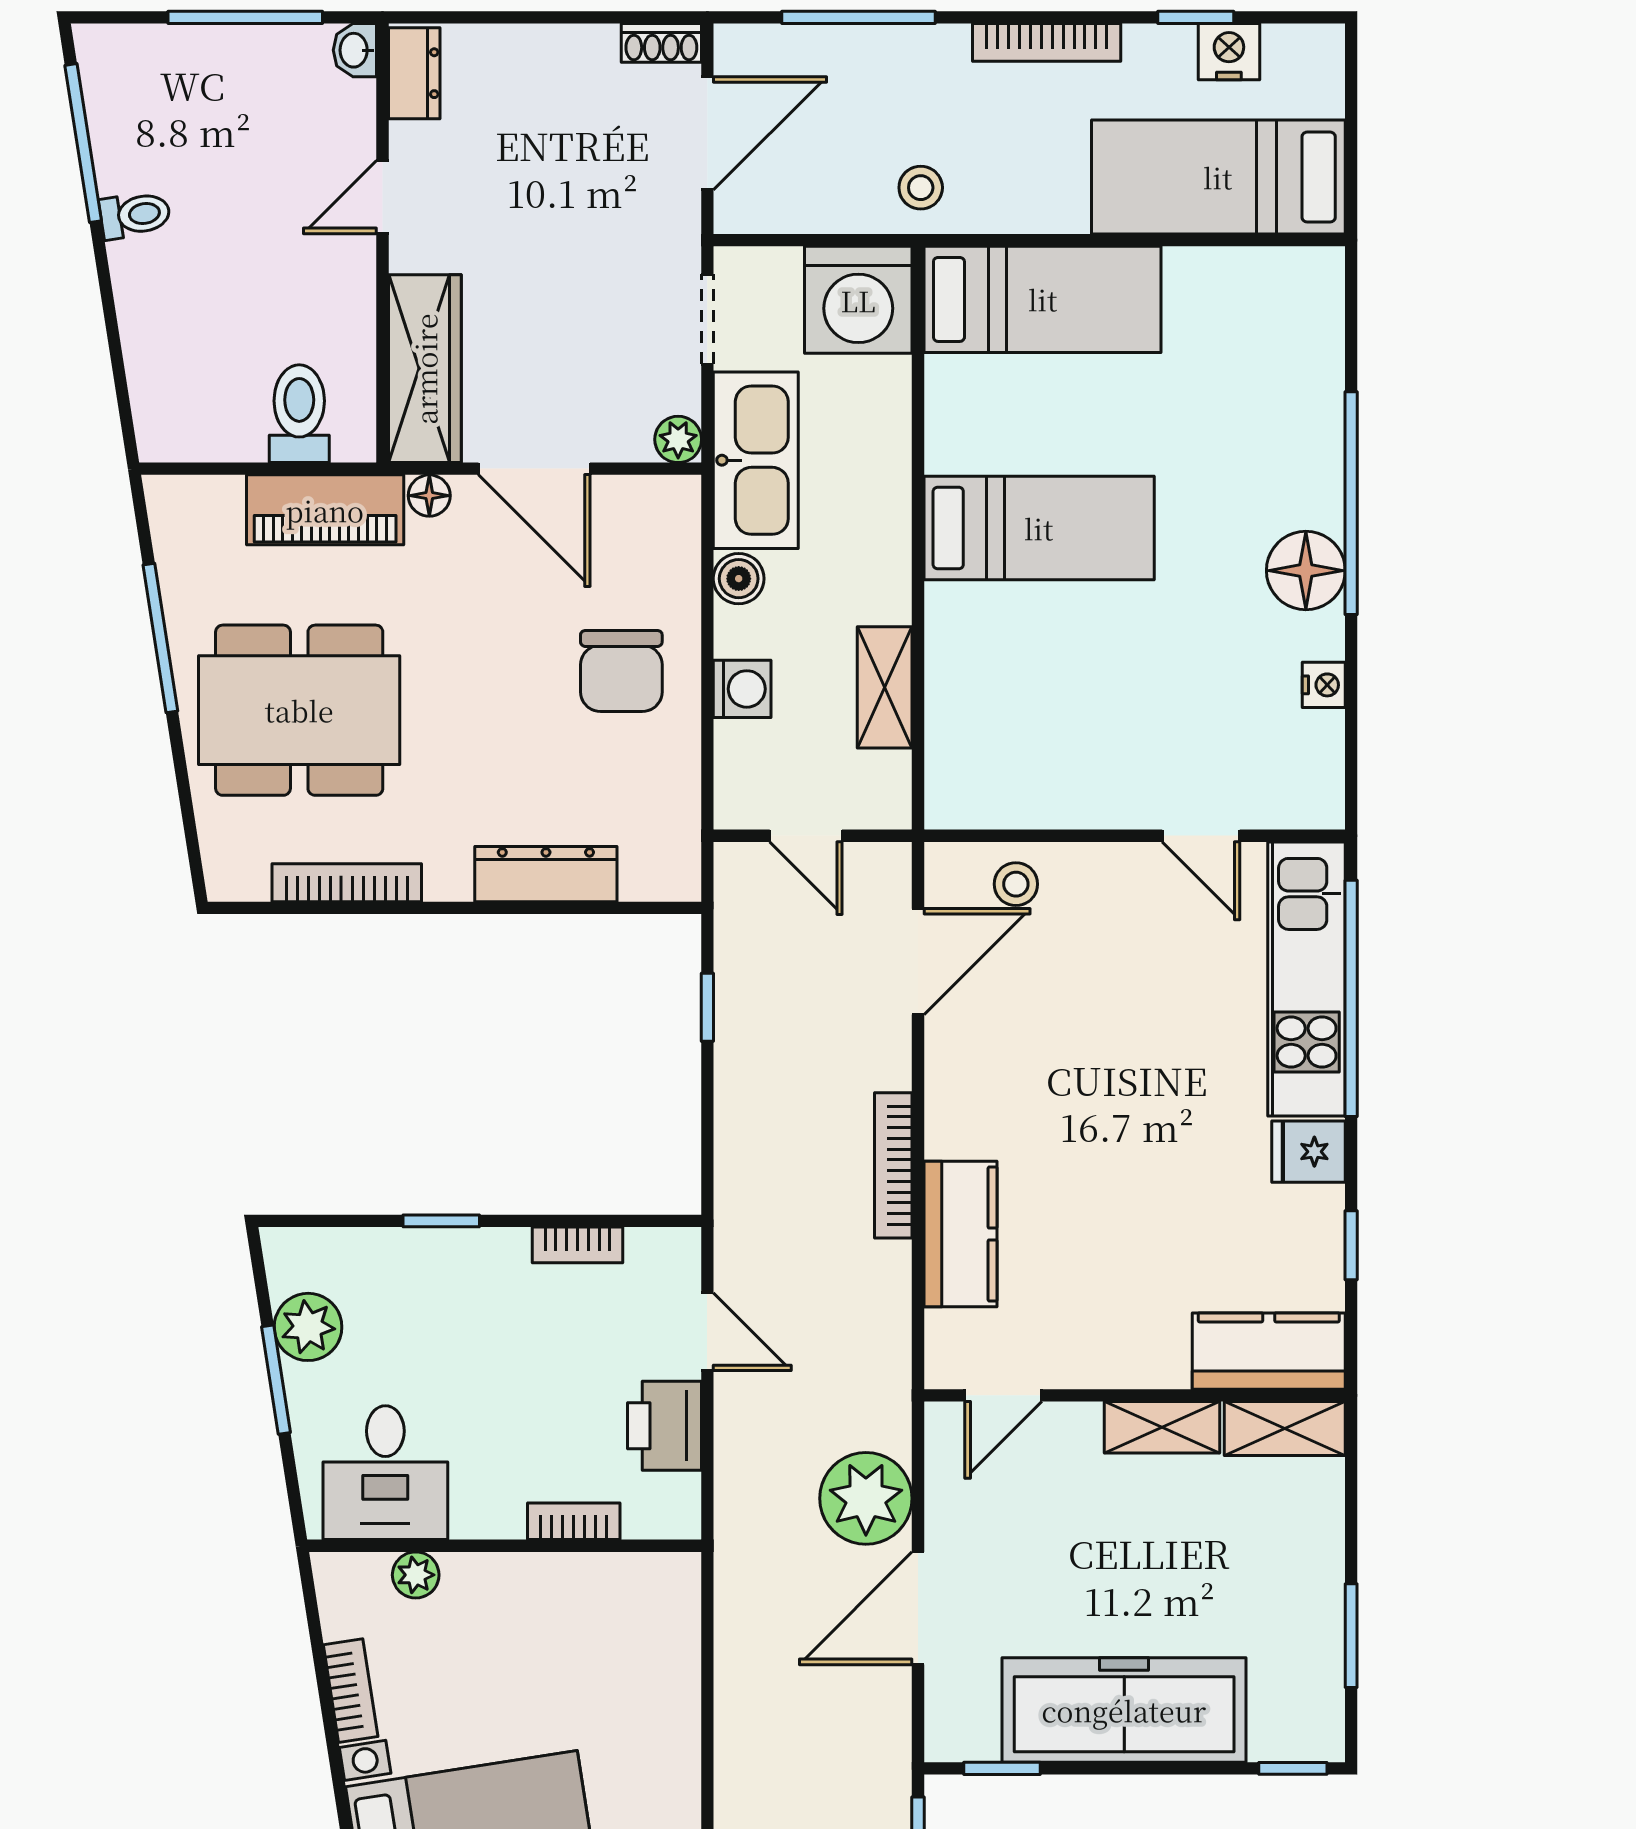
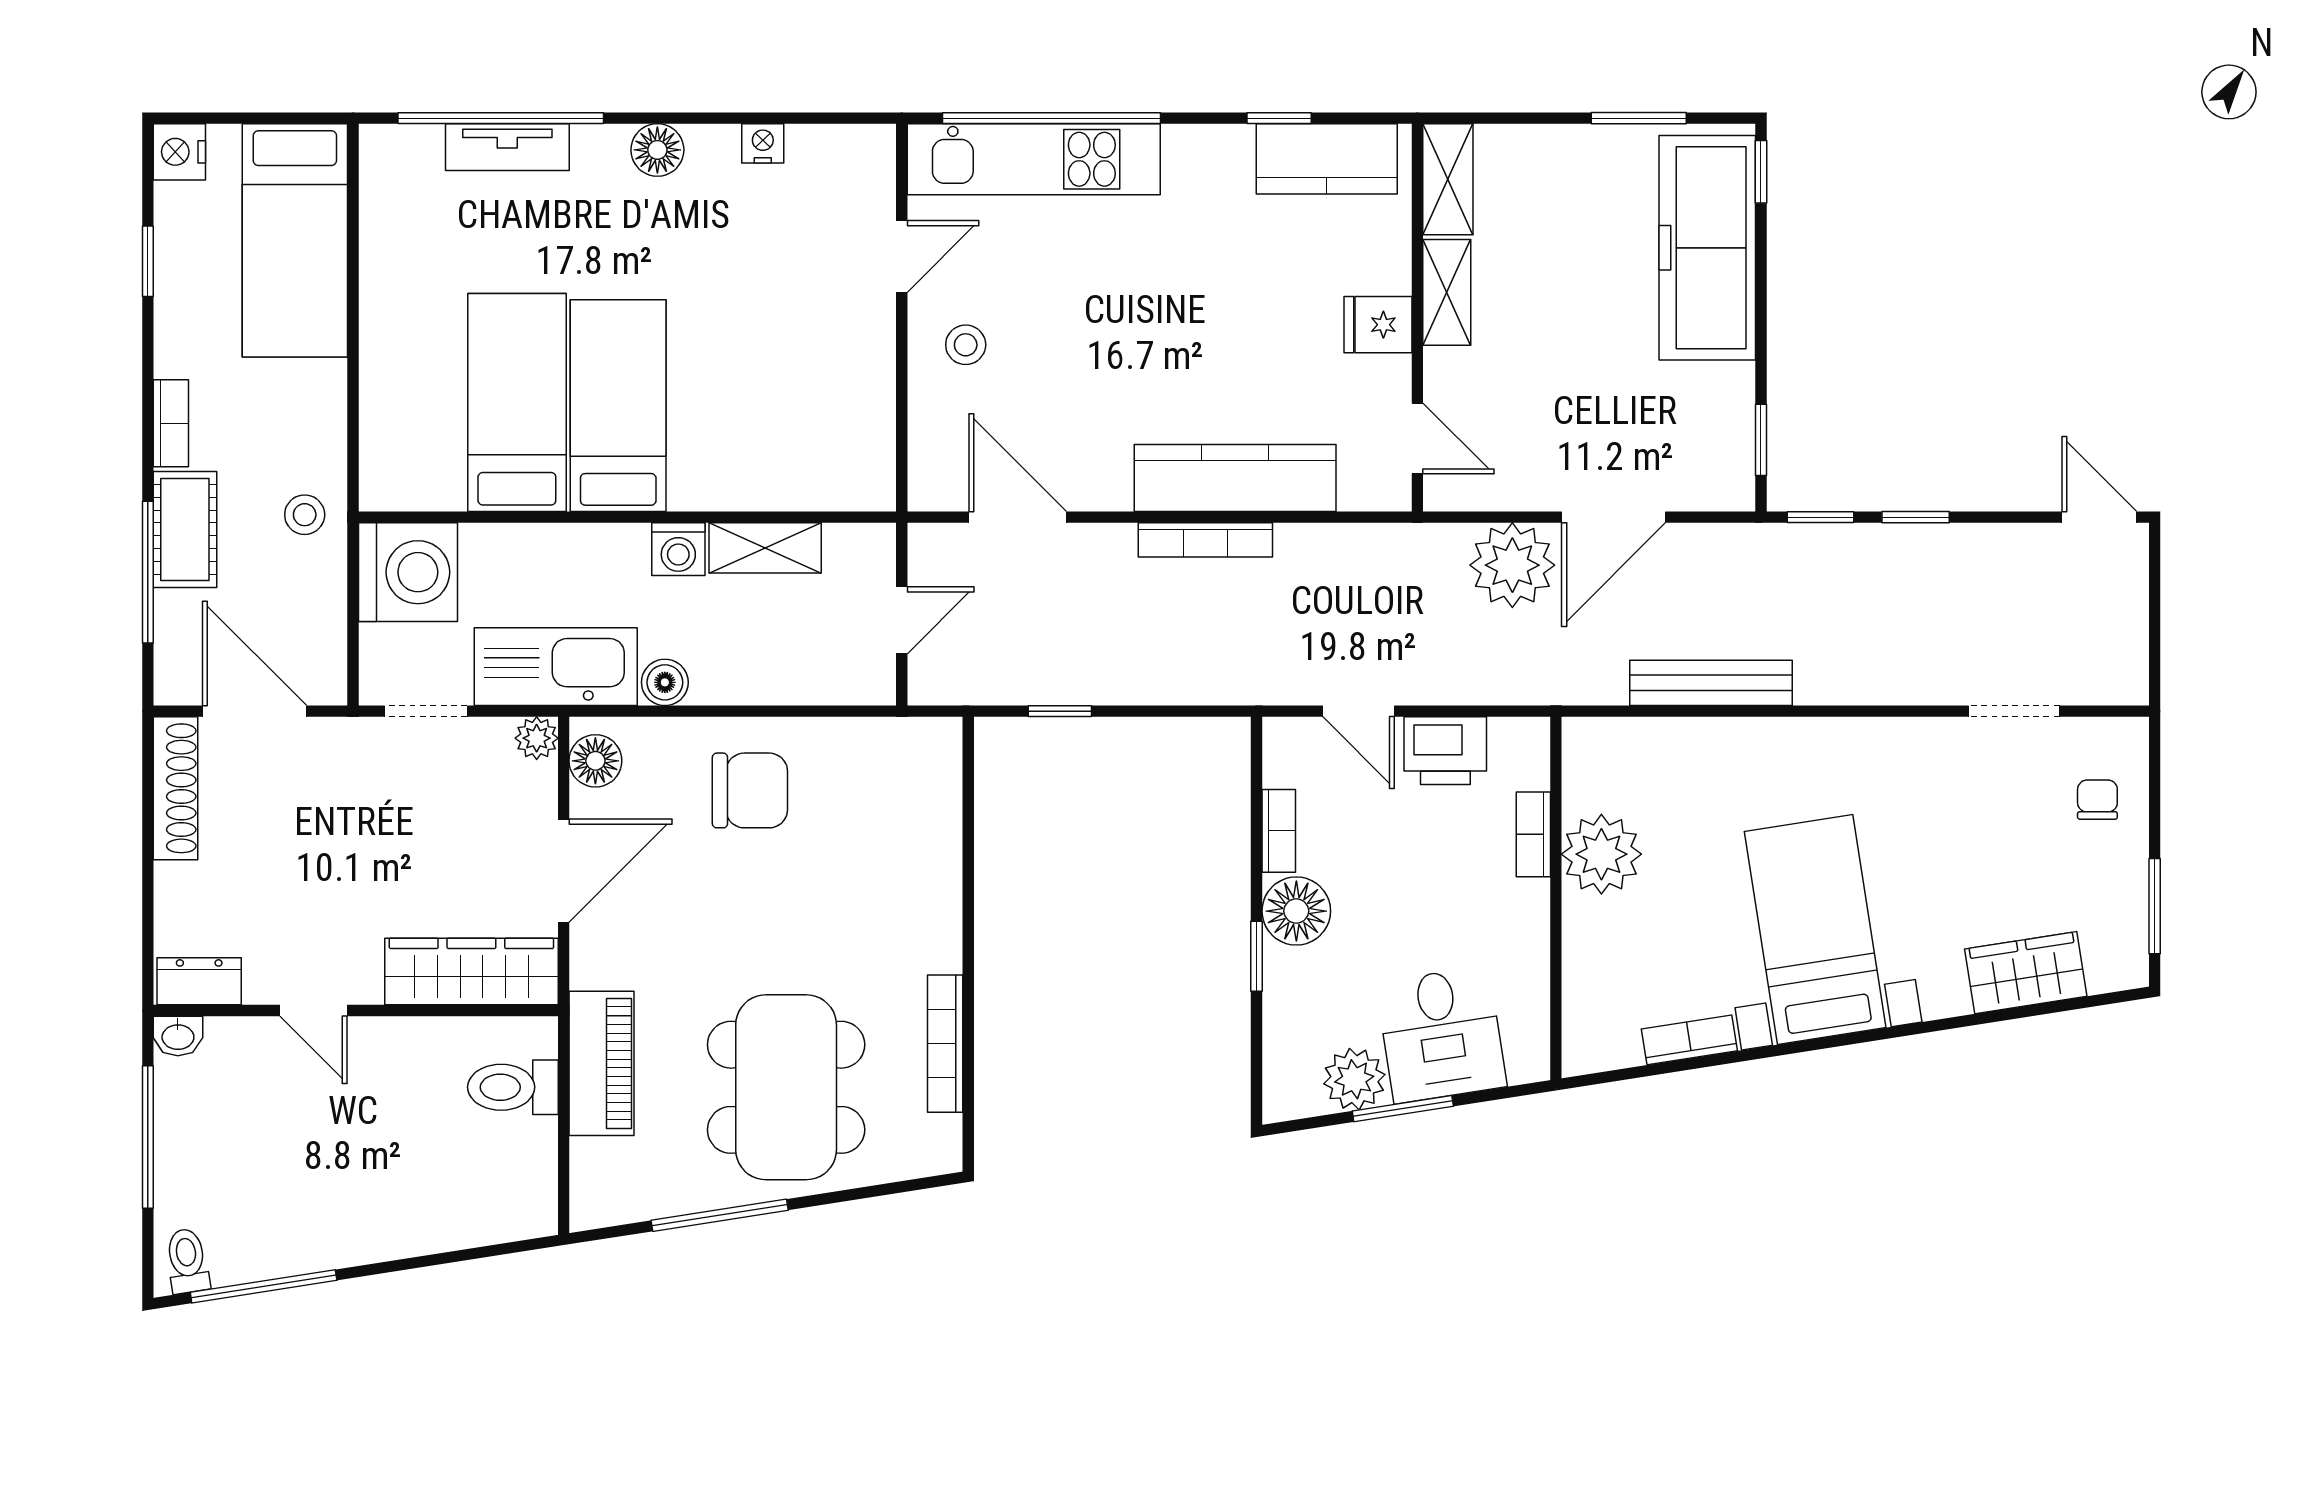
bookcase: (1047, 42) -> (171, 423), width x0.64
shoe rack: (661, 43) -> (175, 788), width x1.94, depth x1.24
nightstand: (1229, 52) -> (179, 152), moved
cot: (905, 58) -> (185, 529), added
toilet: (135, 215) -> (187, 1261), moved
bed: (1043, 299) -> (517, 402), moved
tv unit: (1320, 408) -> (507, 147), added
floor lamp: (429, 496) -> (595, 761), moved, width x1.37, depth x1.37
window: (1351, 503) -> (501, 118), moved
floor lamp: (1306, 571) -> (657, 150), width x0.73, depth x0.73
washing machine: (742, 689) -> (678, 549), moved, turned 180
dresser: (546, 874) -> (937, 860), removed
stool: (1016, 884) -> (966, 345), moved
fridge: (1309, 1152) -> (1378, 325), moved, turned 90
kitchen counter: (960, 1234) -> (1235, 478), width x1.50
floor lamp: (491, 1264) -> (1296, 911), added
door: (707, 1332) -> (1359, 711), swing flipped
kitchen counter: (1269, 1351) -> (1327, 159), moved, turned -90
desk: (385, 1473) -> (1441, 1035), moved, turned 81
plant: (416, 1575) -> (1601, 854), moved, width x1.88, depth x1.88
door: (918, 1608) -> (1613, 517), hinge flipped
freezer: (1124, 1710) -> (1707, 248), moved
bench: (738, 1714) -> (1711, 683), added

